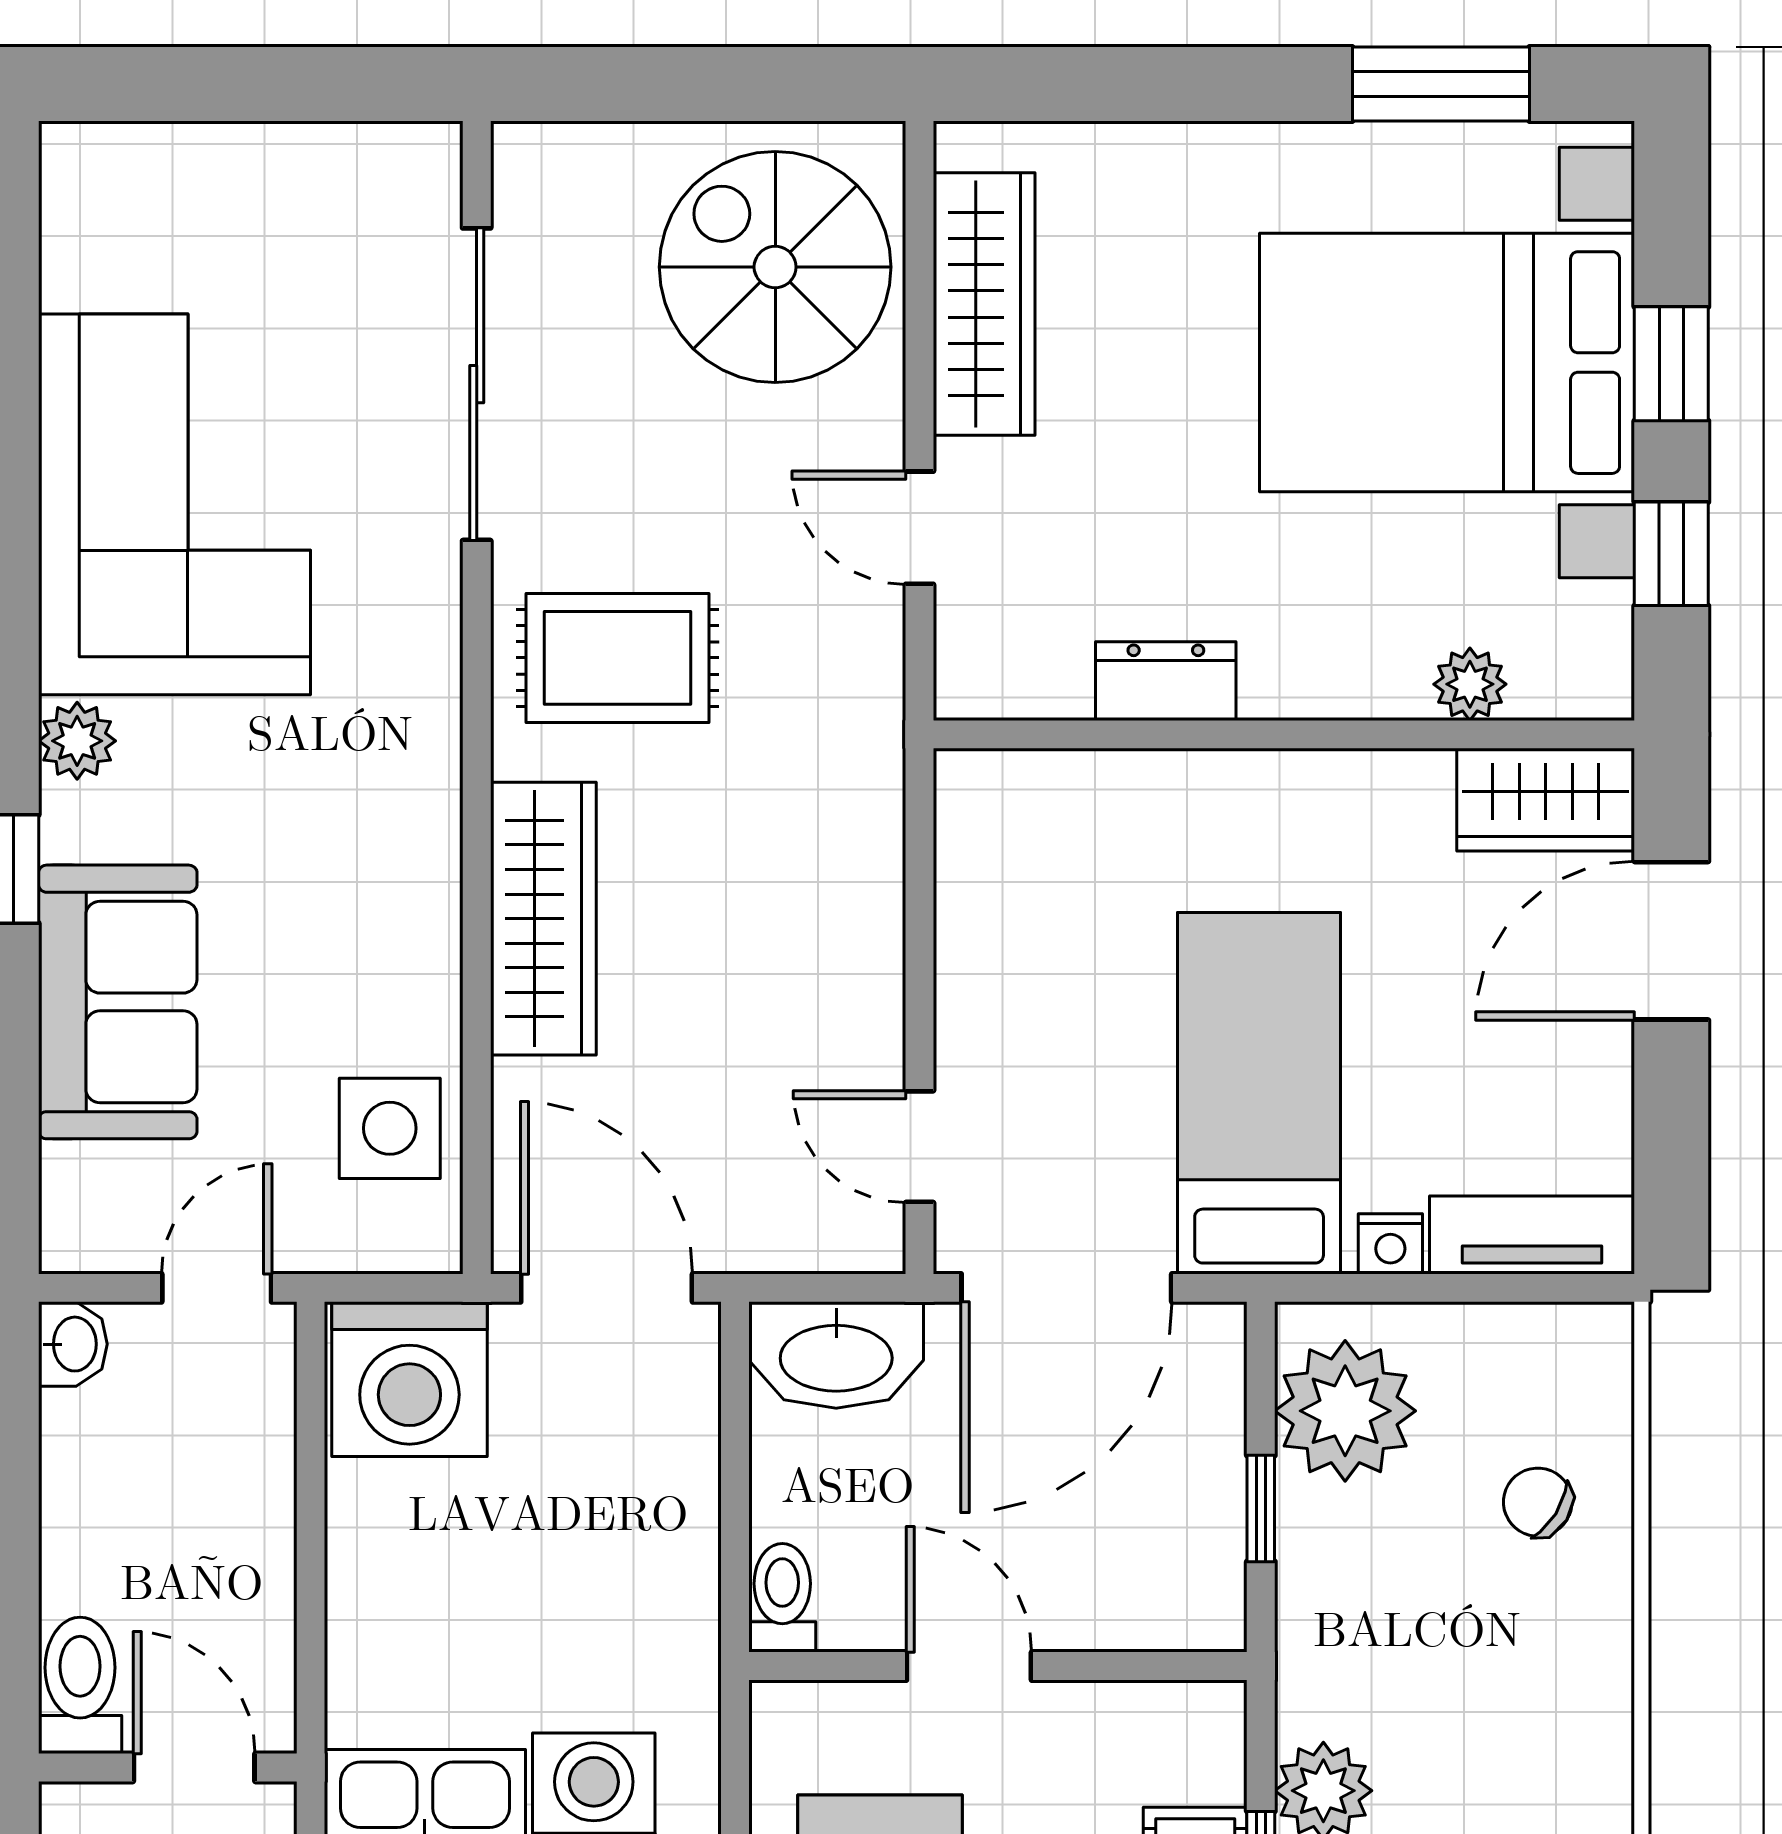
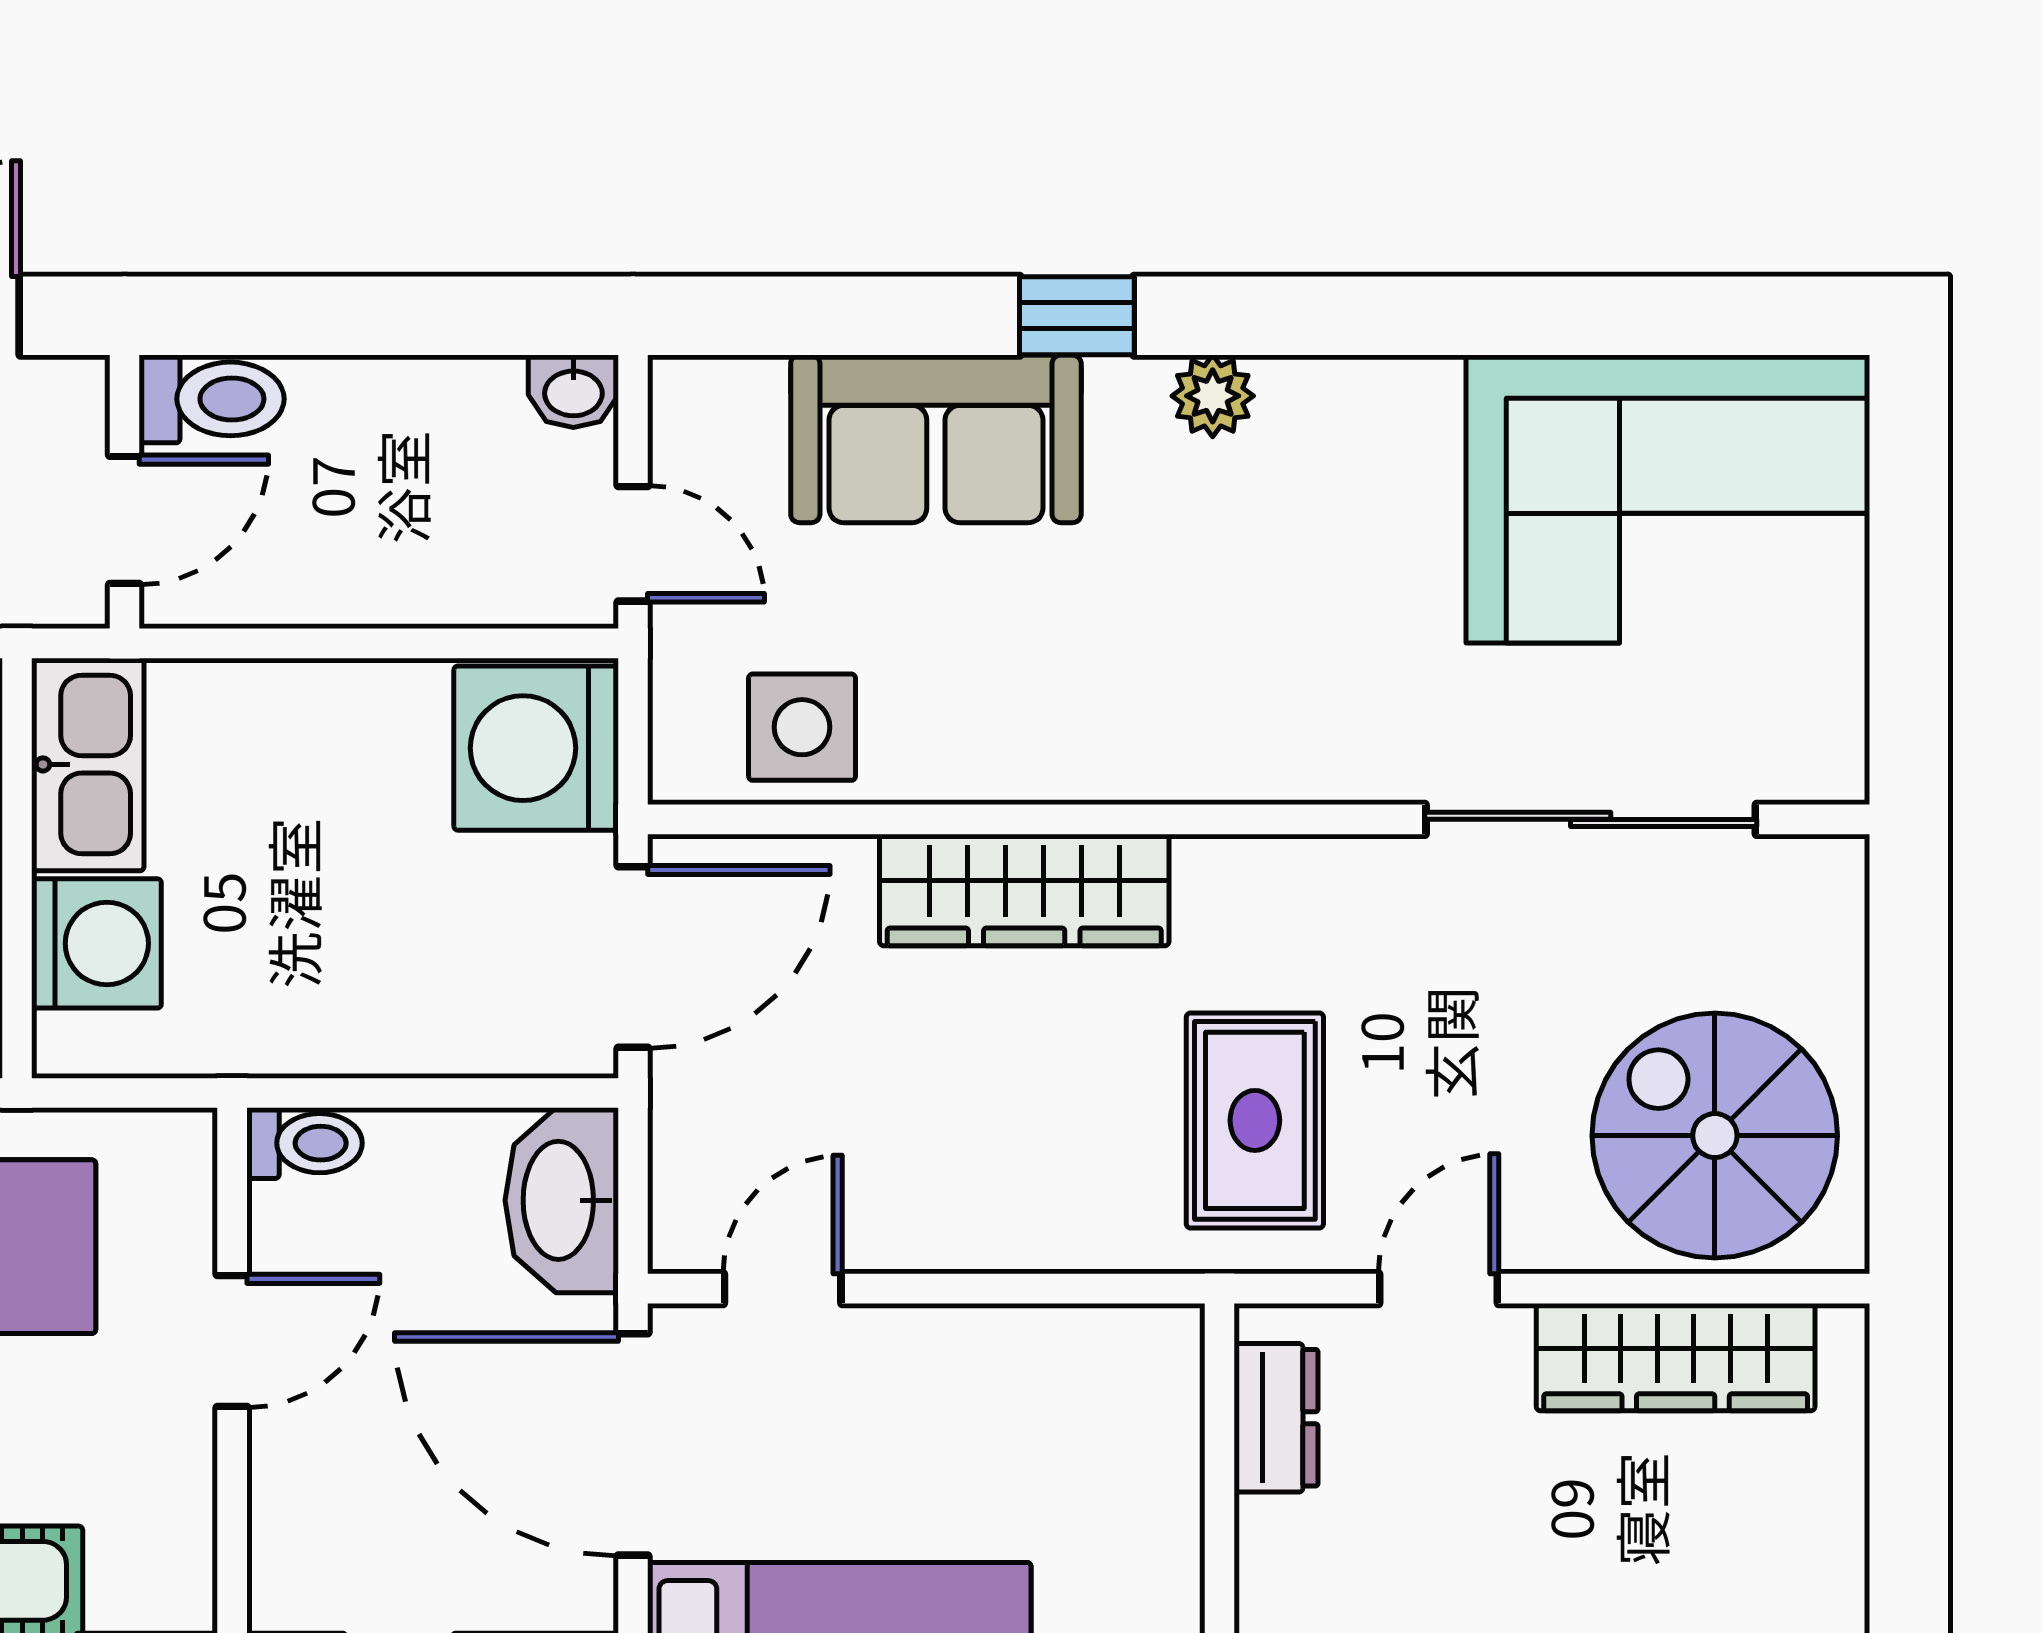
spiral stairs: (775, 267) -> (1715, 1136), turned -90
corner sofa: (174, 504) -> (1668, 499), moved
rug: (618, 658) -> (1255, 1120), moved
dresser: (1166, 681) -> (1276, 1418), moved

